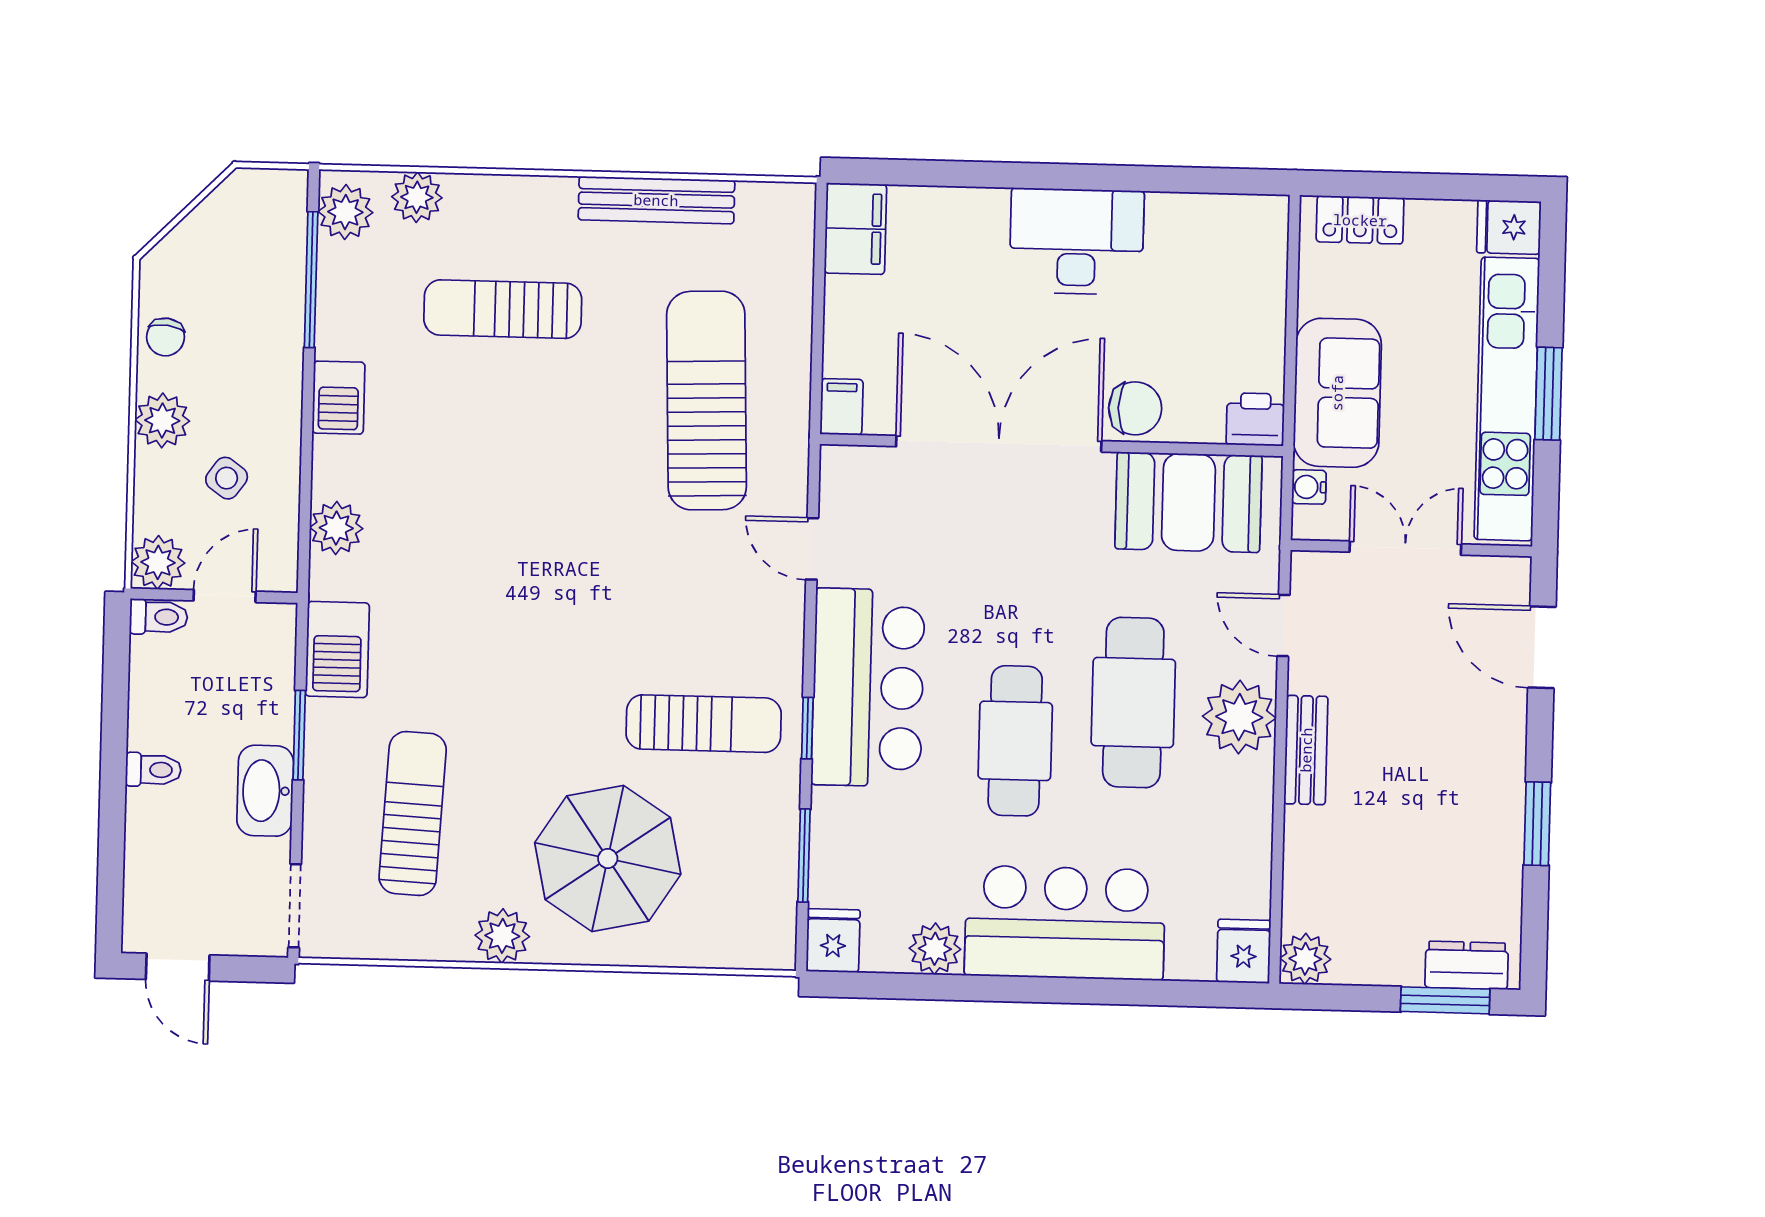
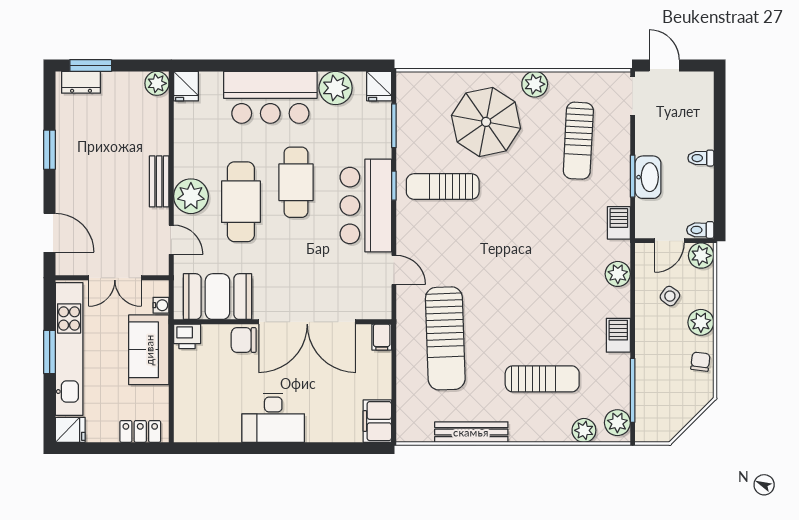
barbecue: (337, 649) -> (619, 223), width x0.73, depth x0.79
washbasin: (265, 791) -> (648, 177), moved
plant: (935, 949) -> (336, 88), width x1.36, depth x1.36
door: (178, 967) -> (664, 66), moved

